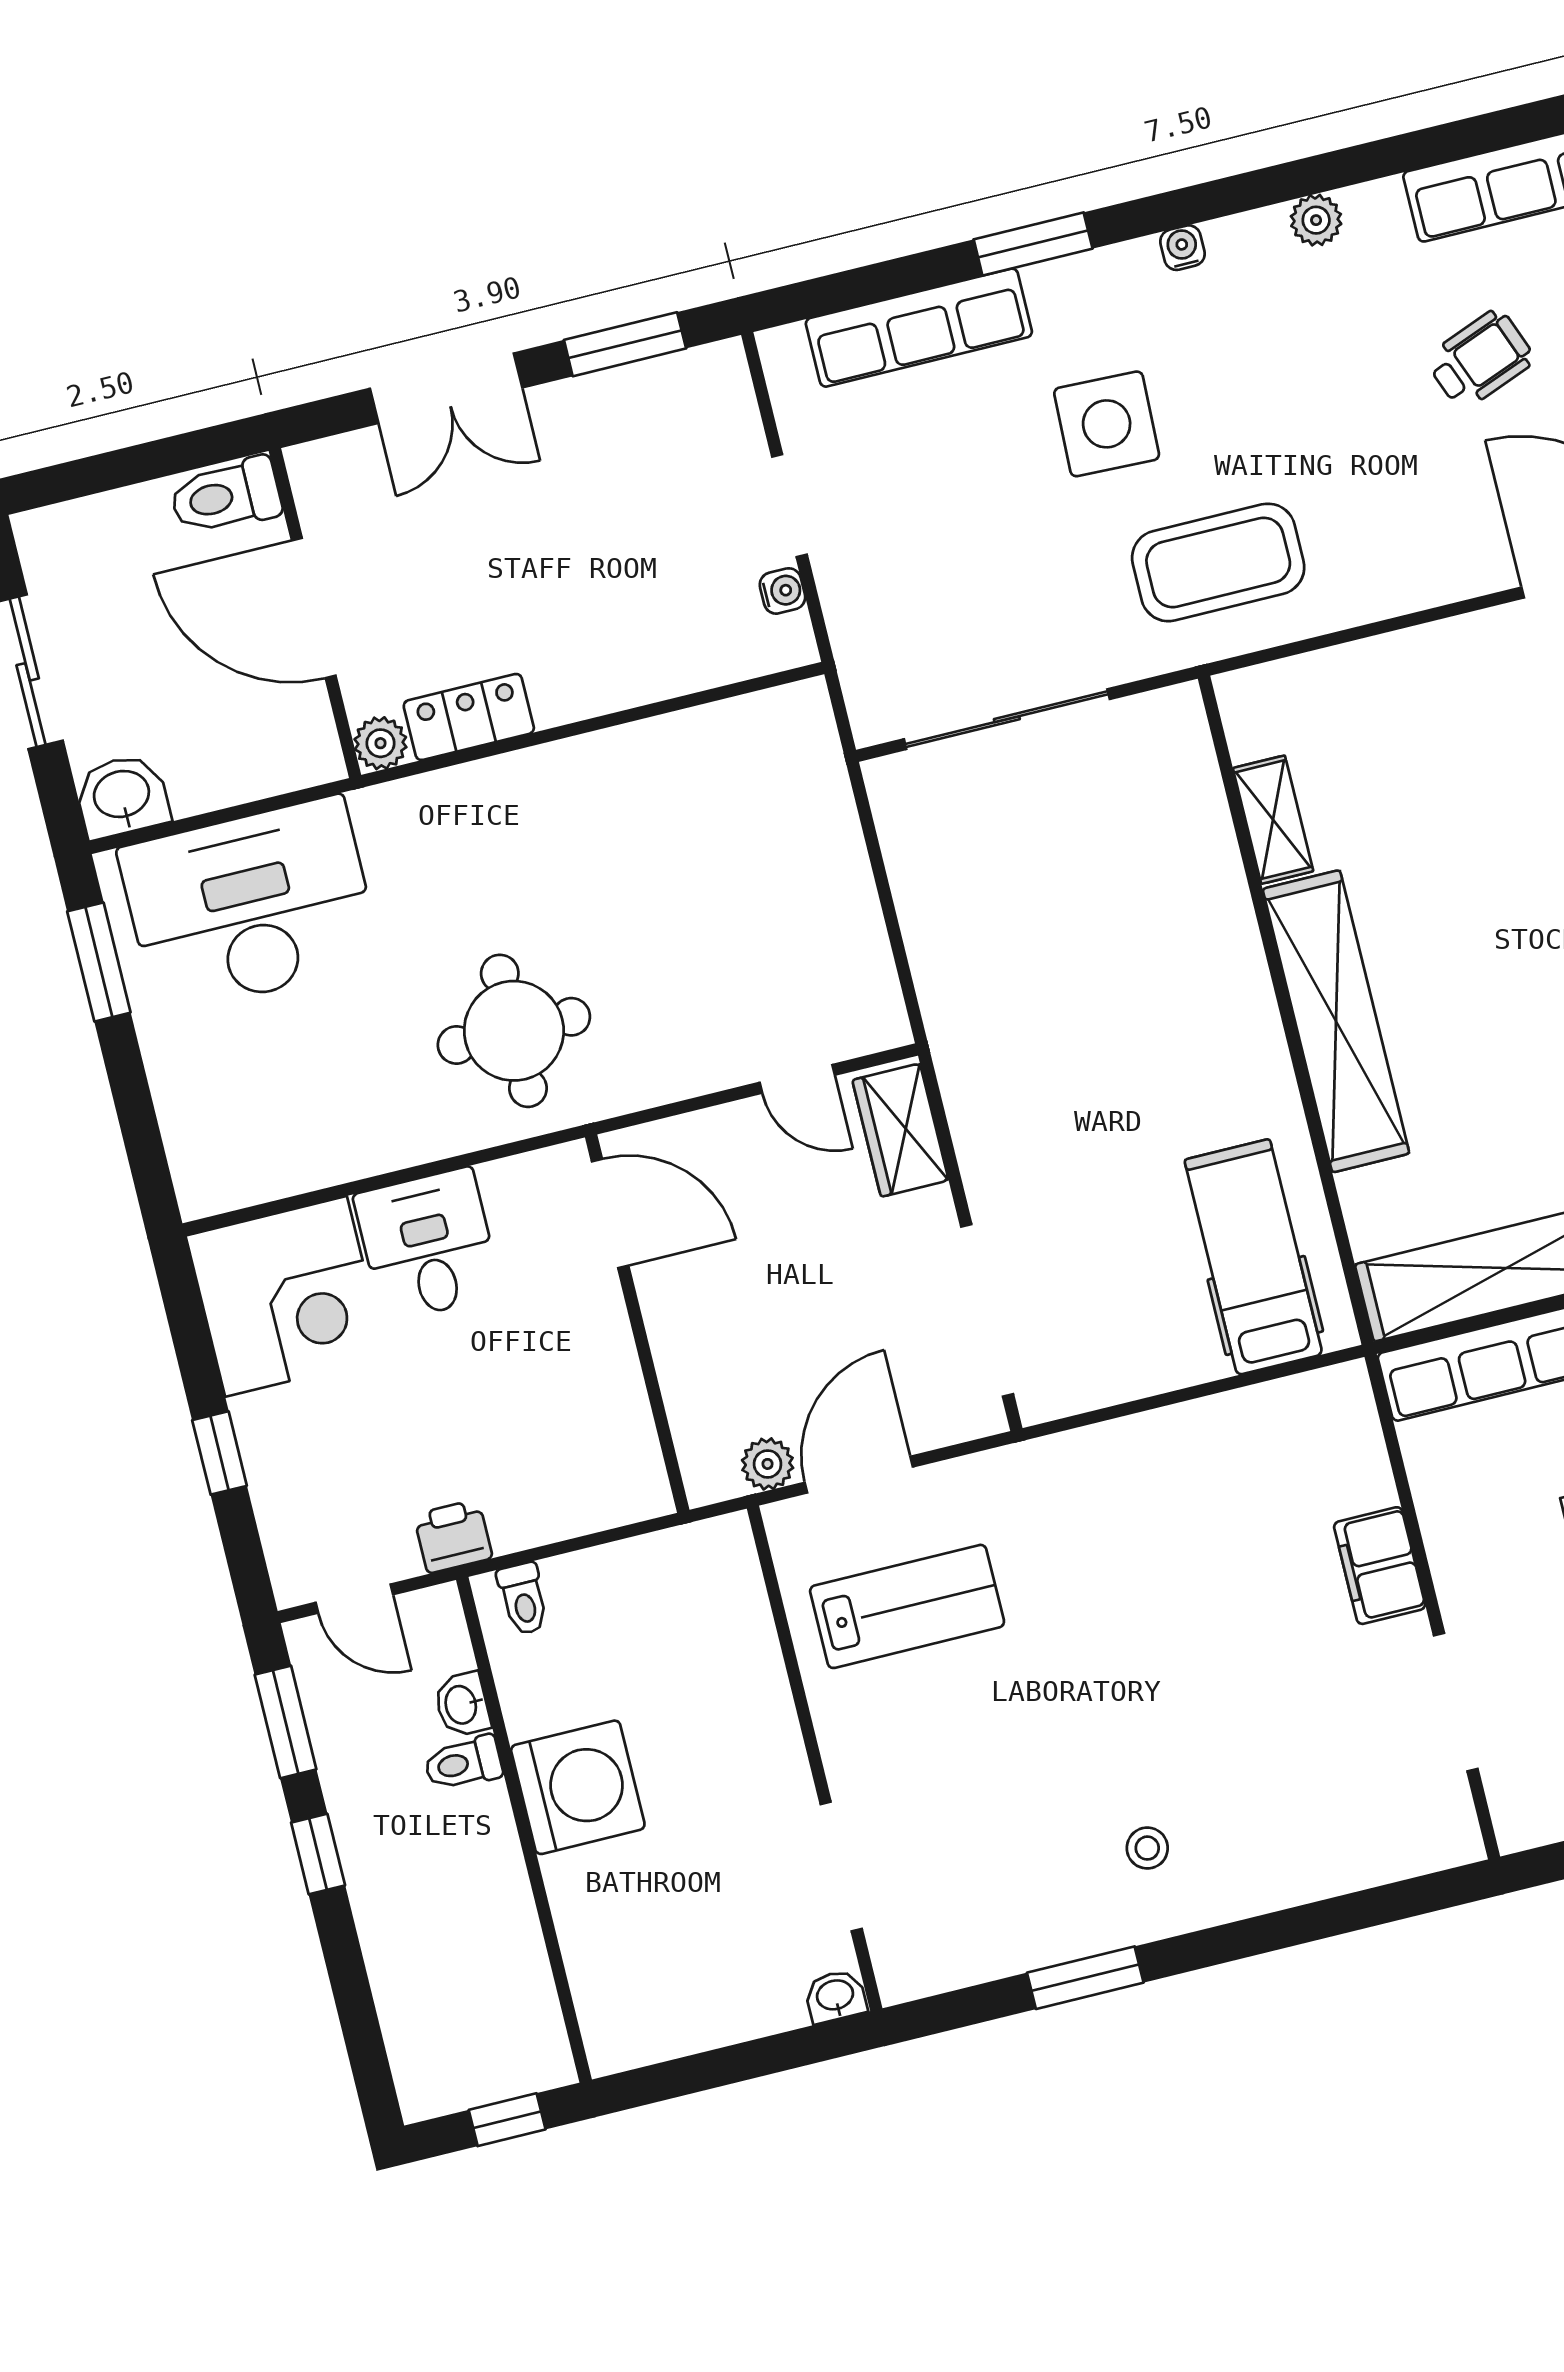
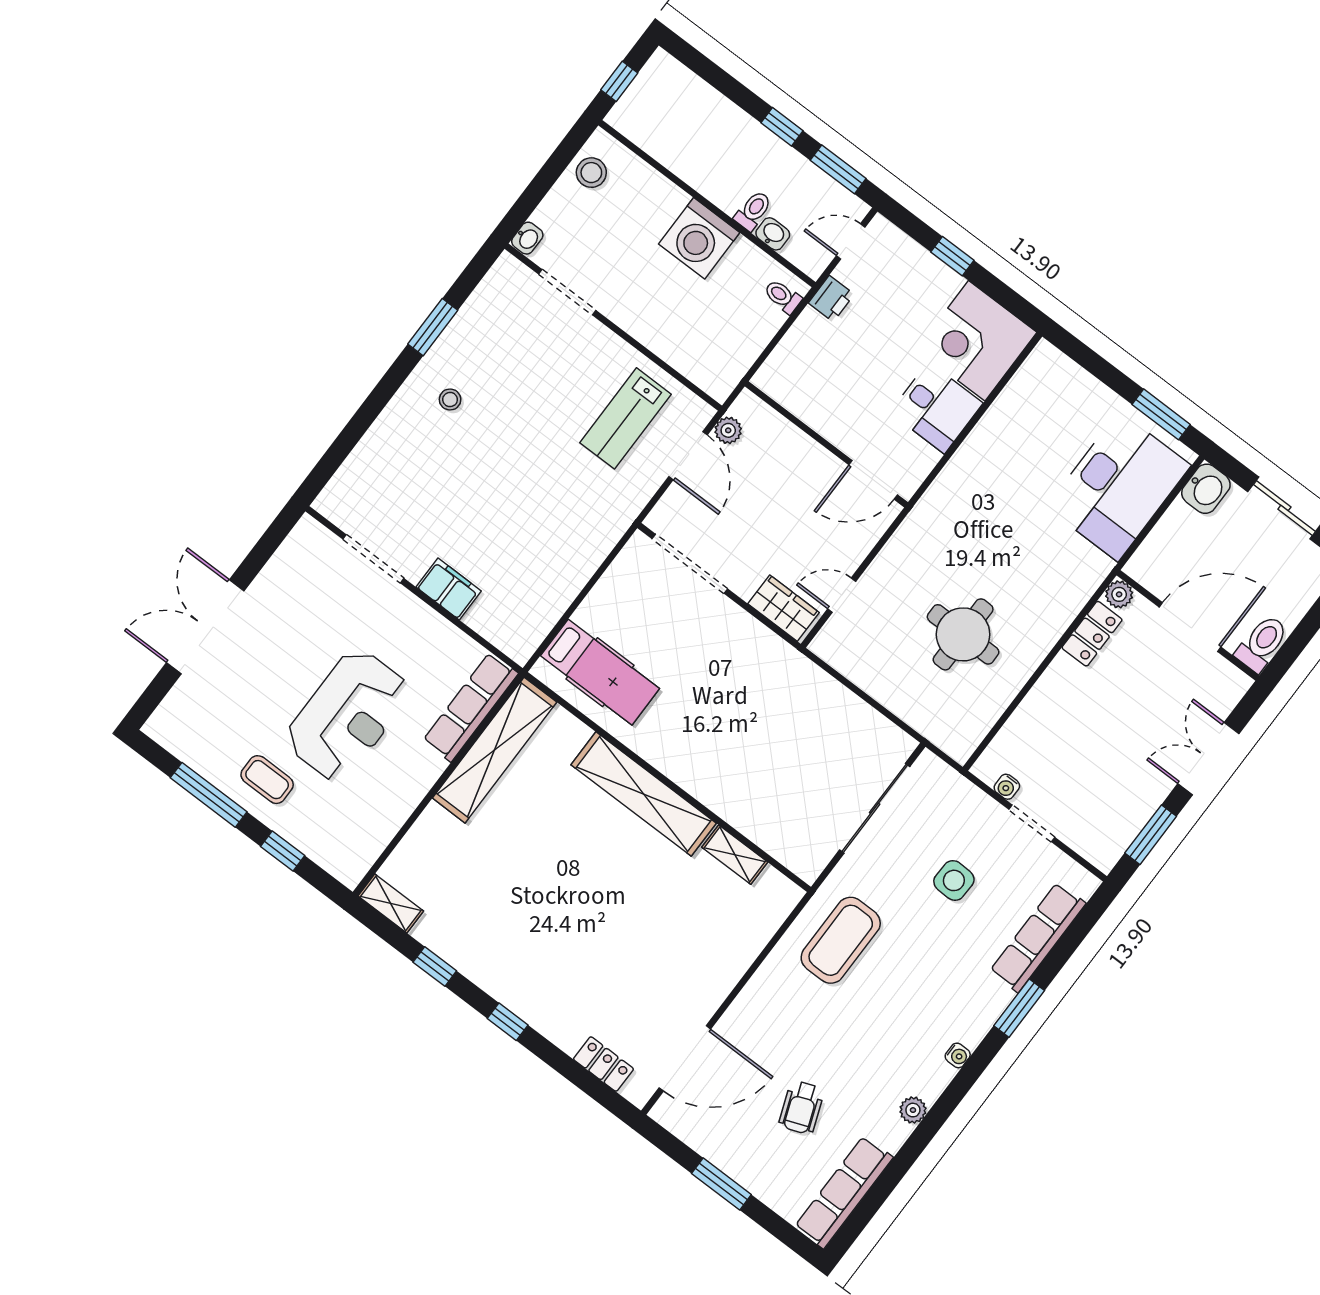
side table: (1107, 424) -> (954, 880), moved, width x0.73, depth x0.73
round table: (514, 1031) -> (963, 634), moved
stool: (660, 2017) -> (591, 173), added

